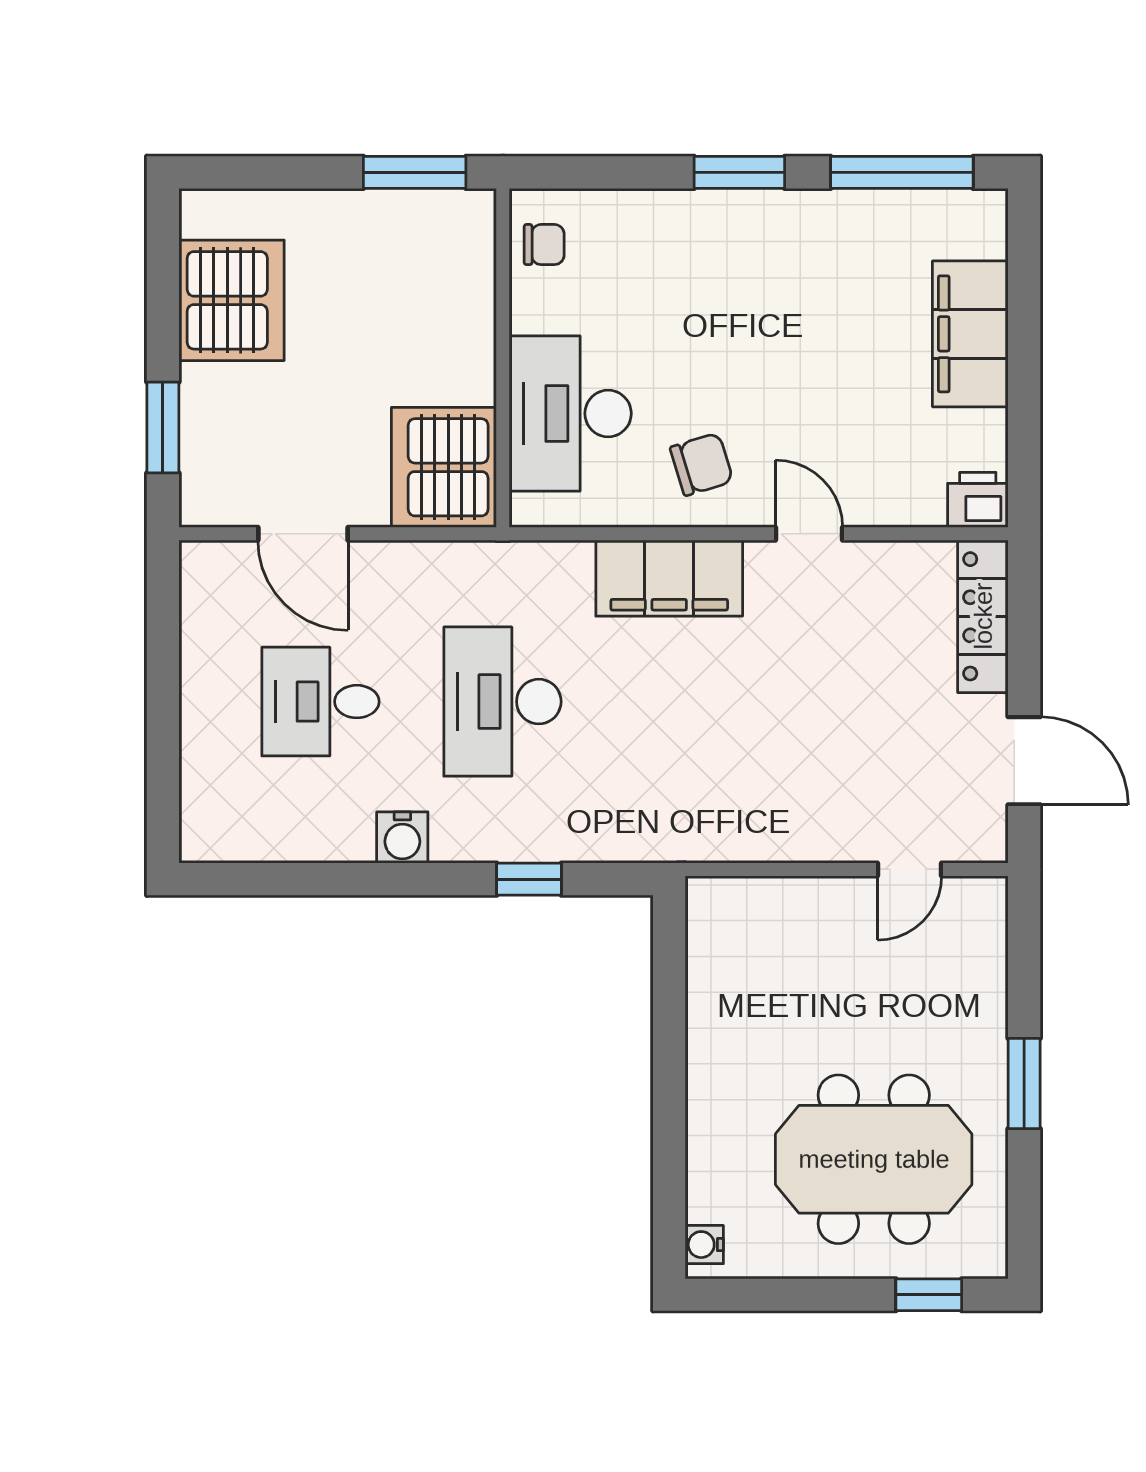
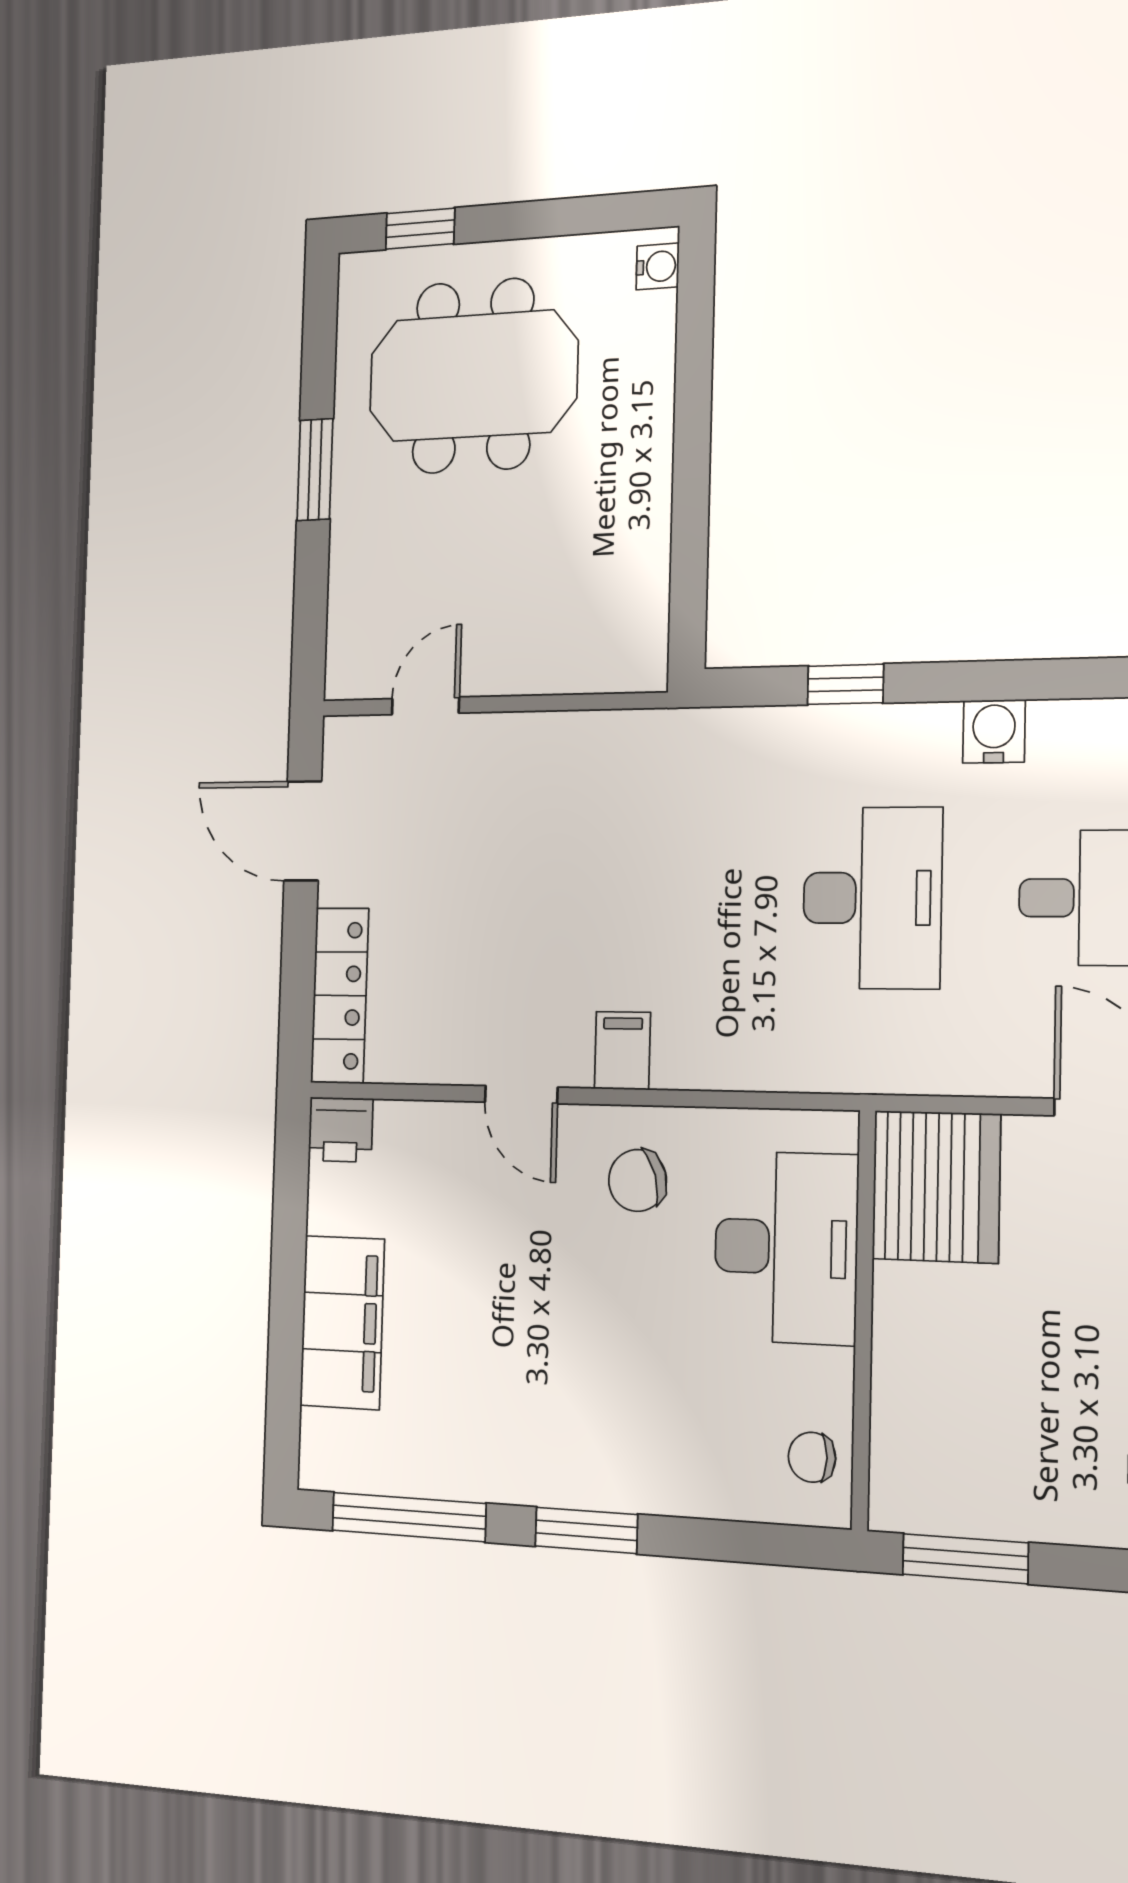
filing cabinet: (669, 578) -> (622, 1051), width x0.33, depth x0.86

